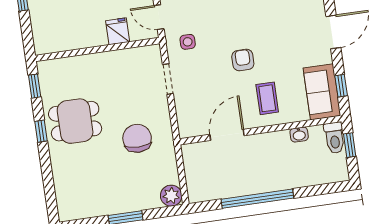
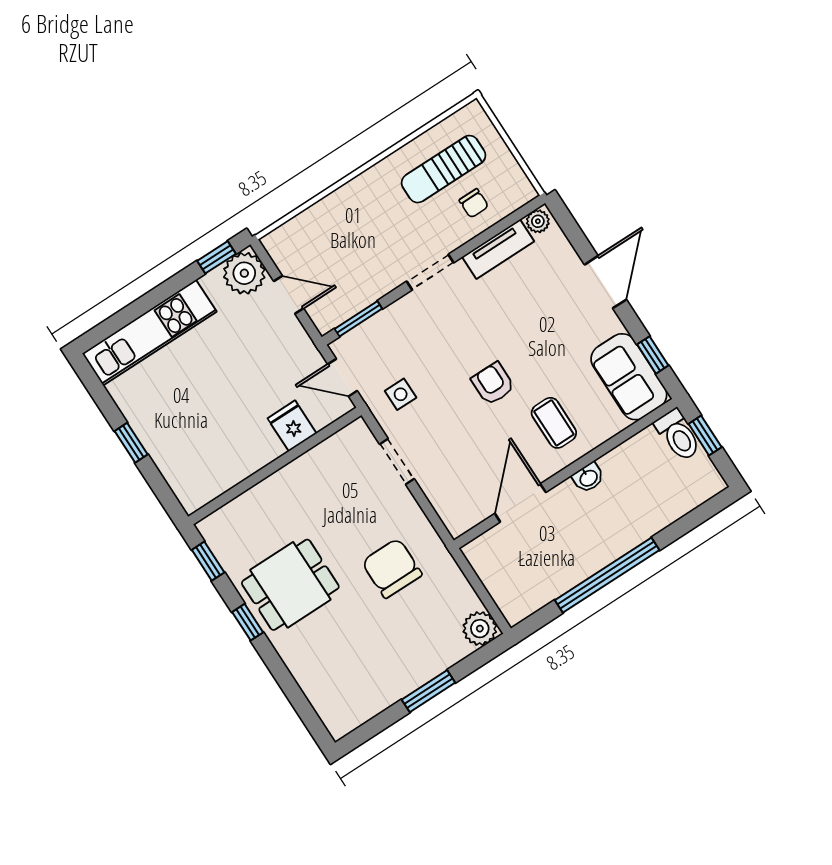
washbasin: (299, 135) -> (588, 478), moved

